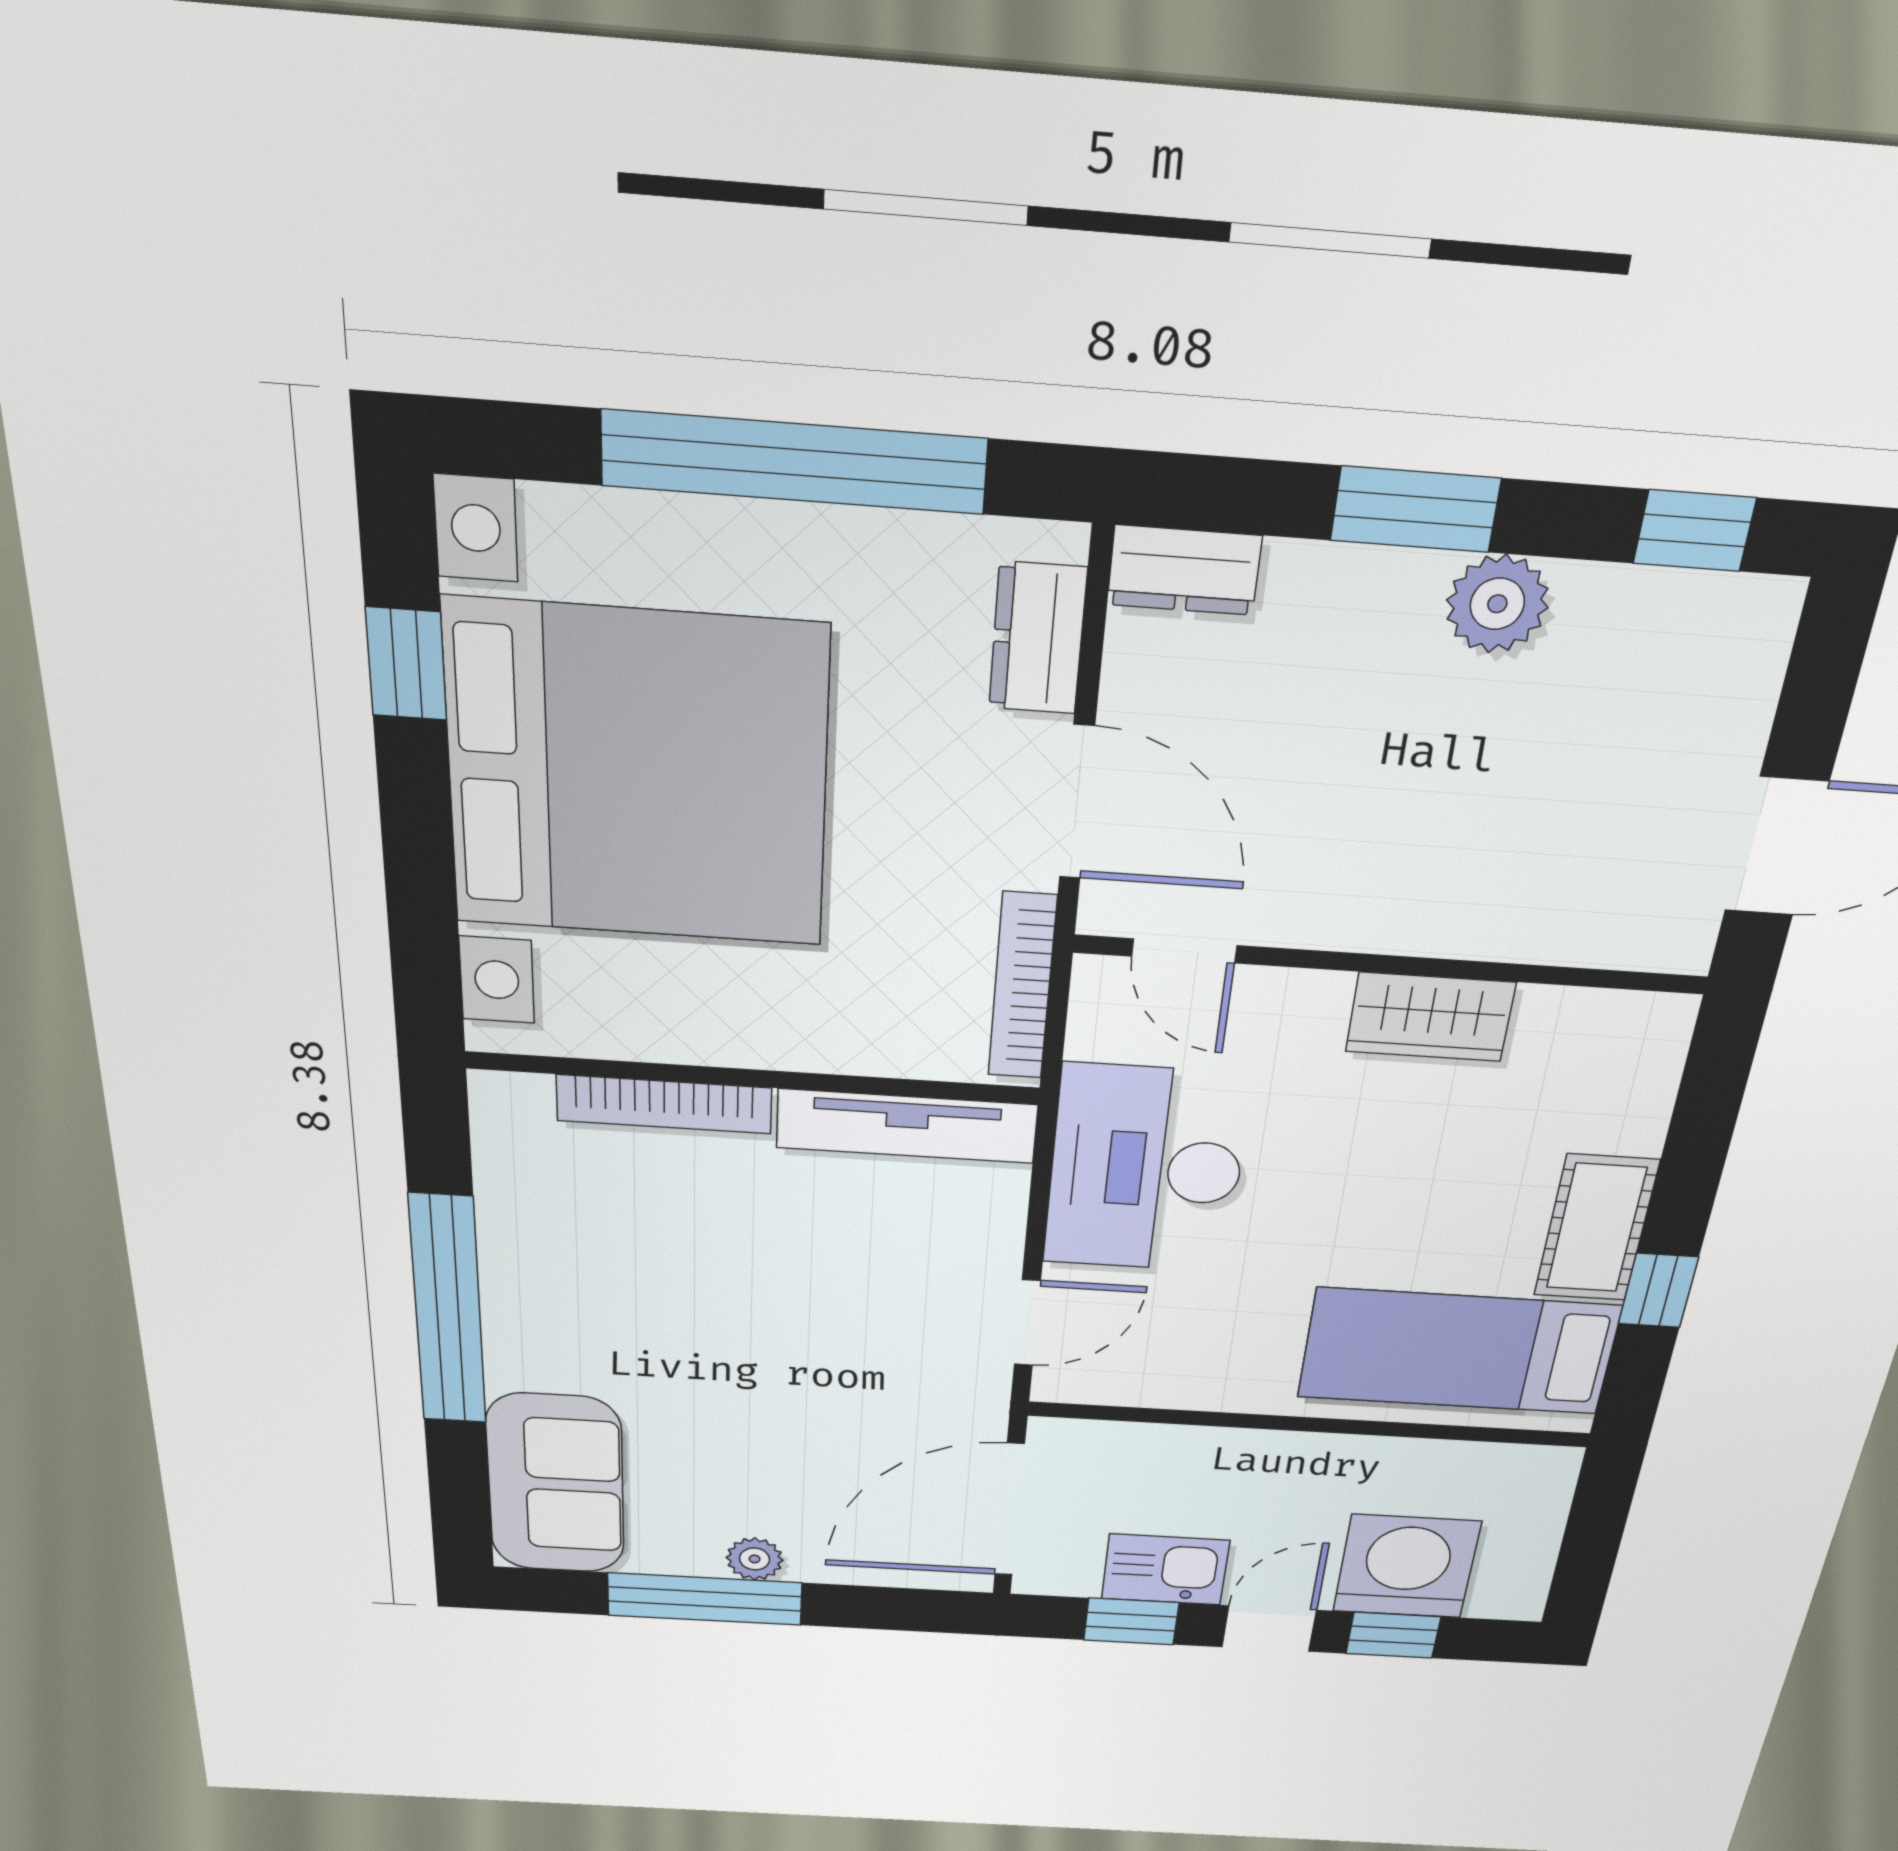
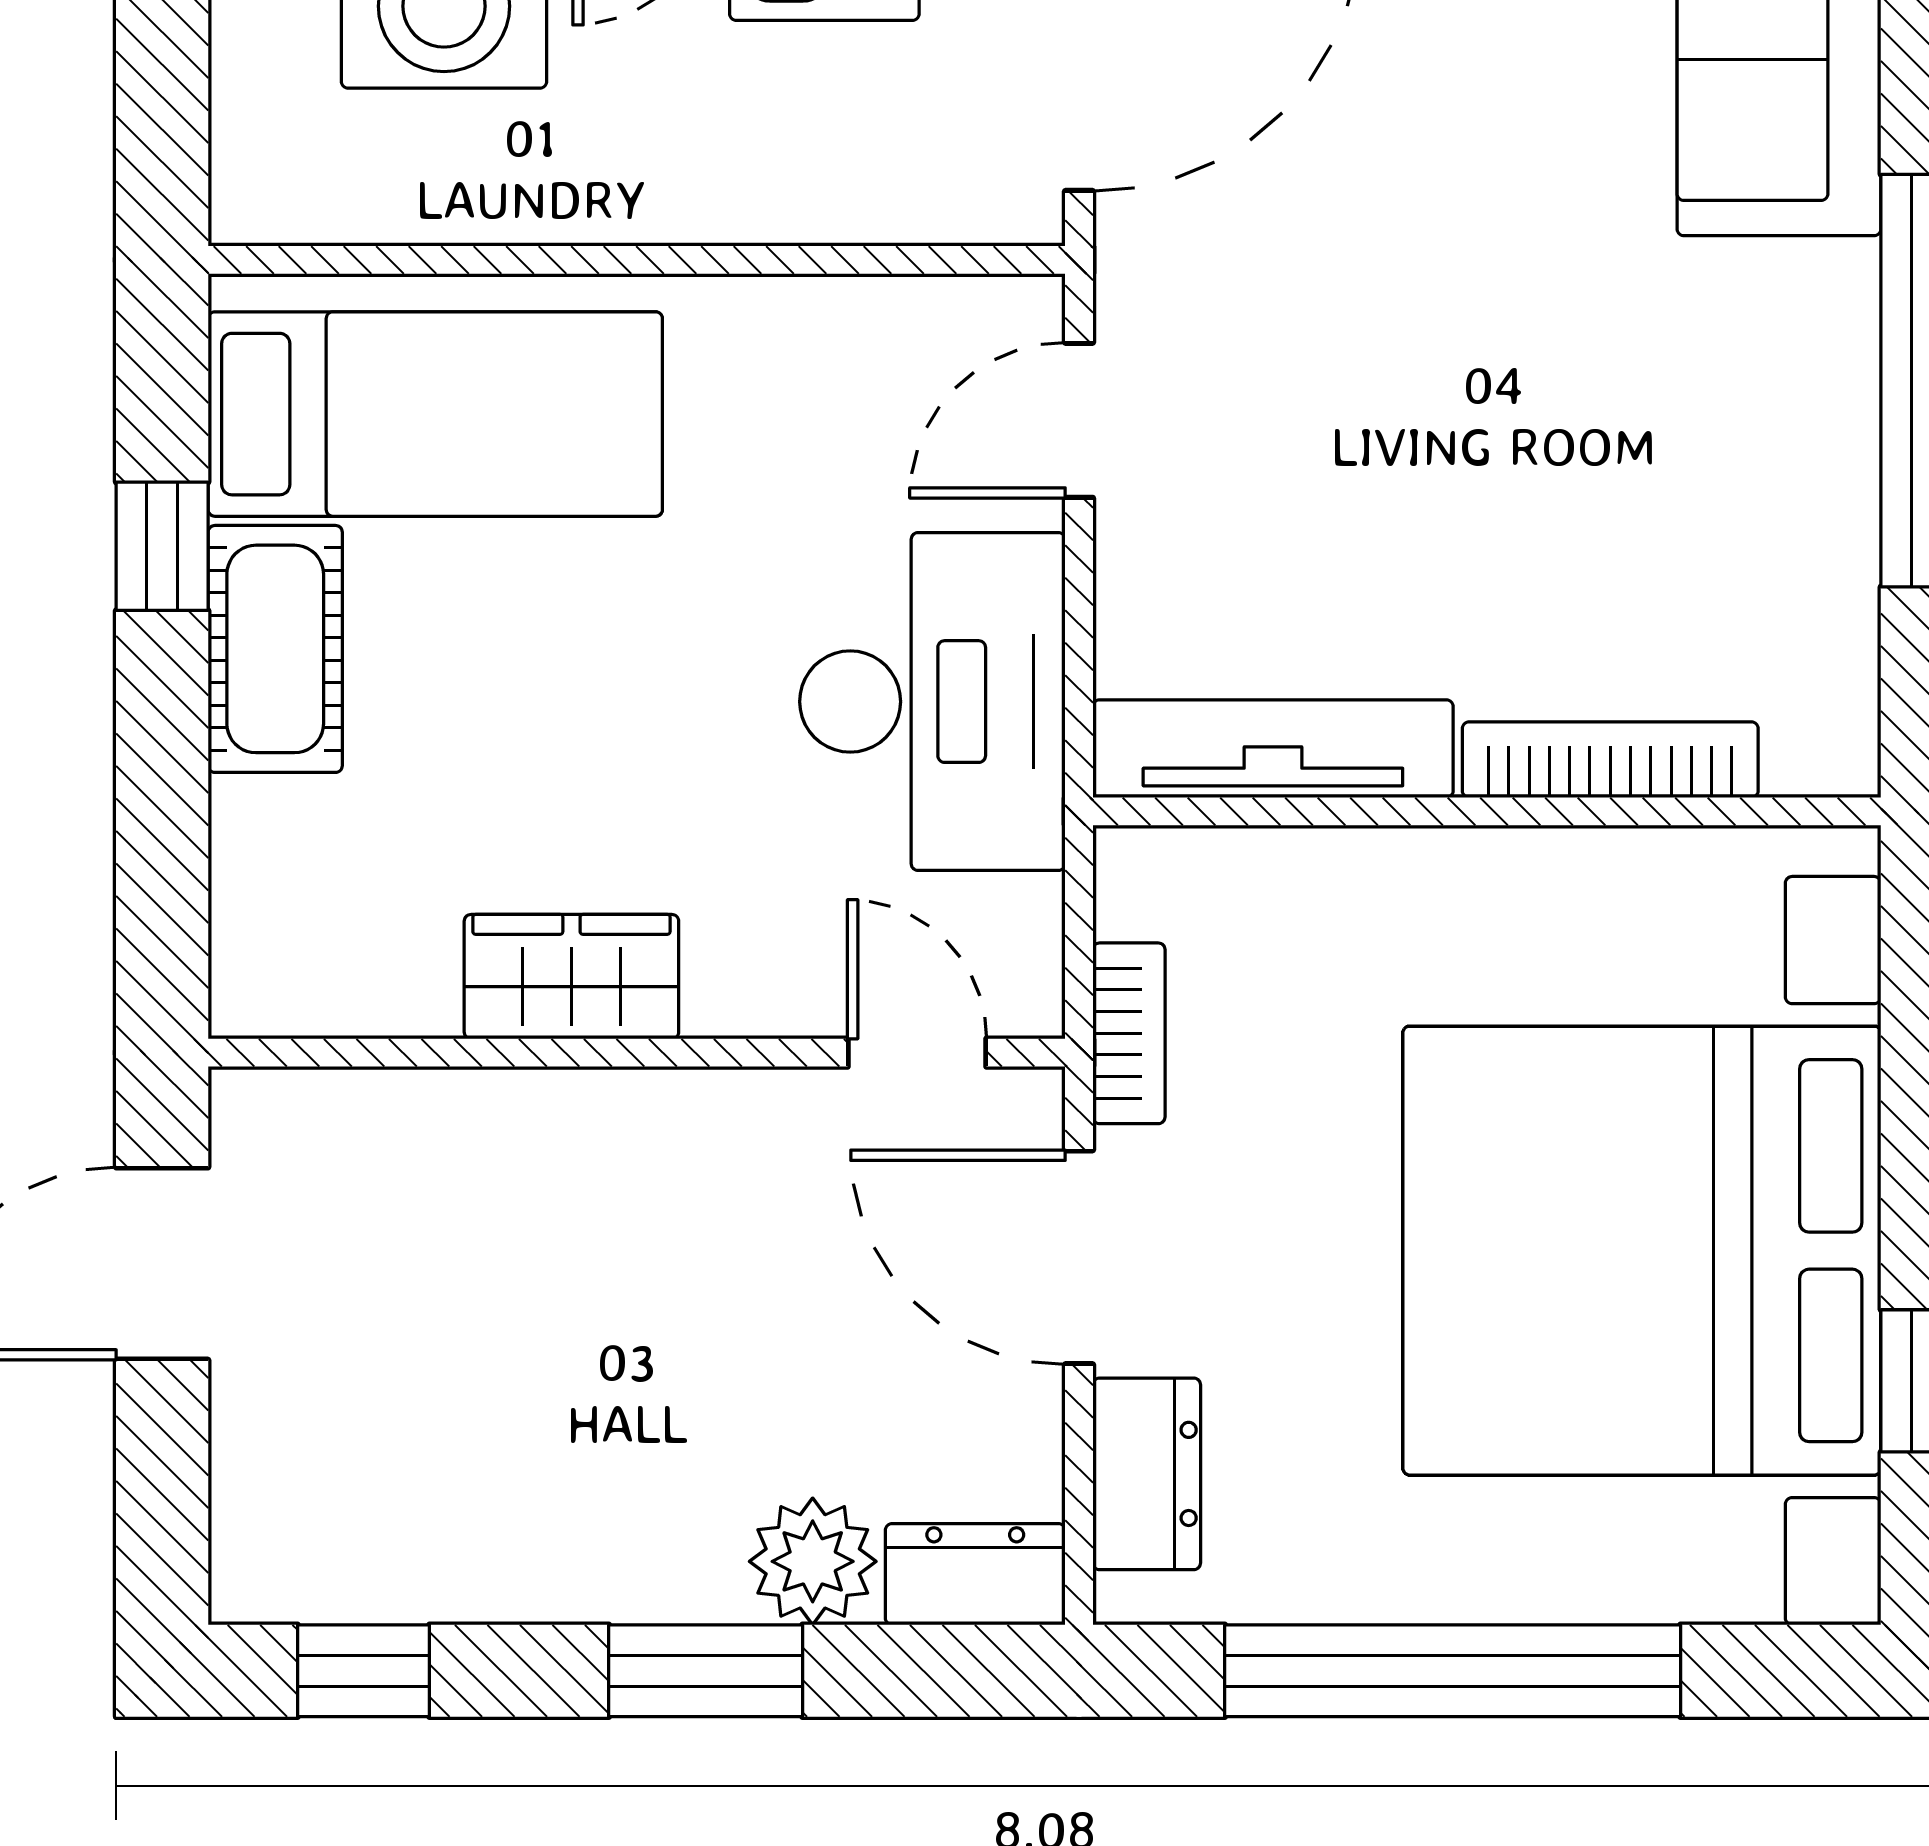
plant: (1497, 604) -> (813, 1561), moved
bookcase: (1022, 986) -> (1129, 1033), width x0.64

